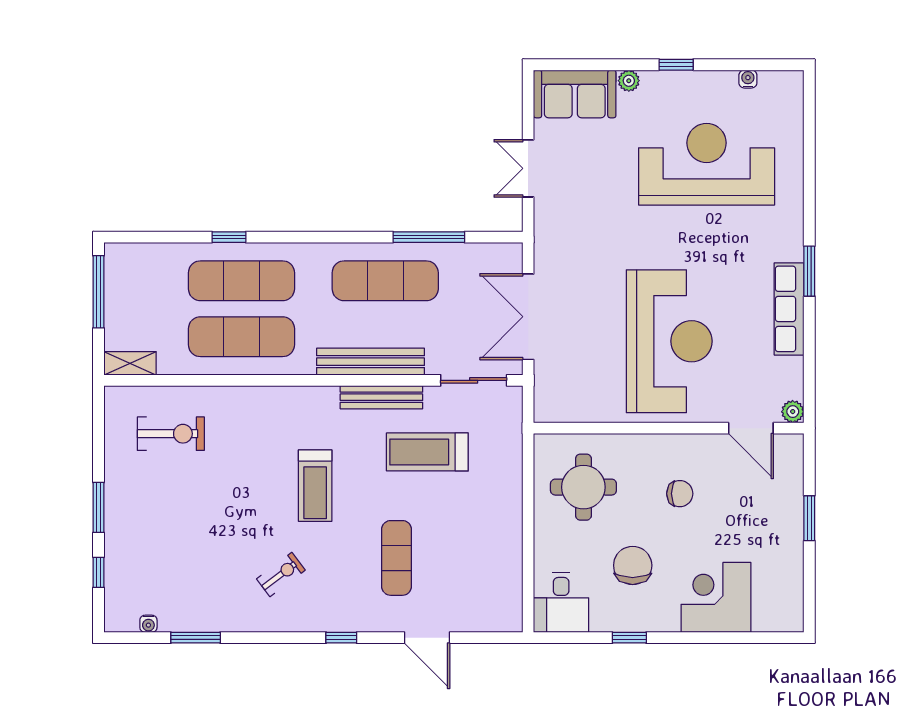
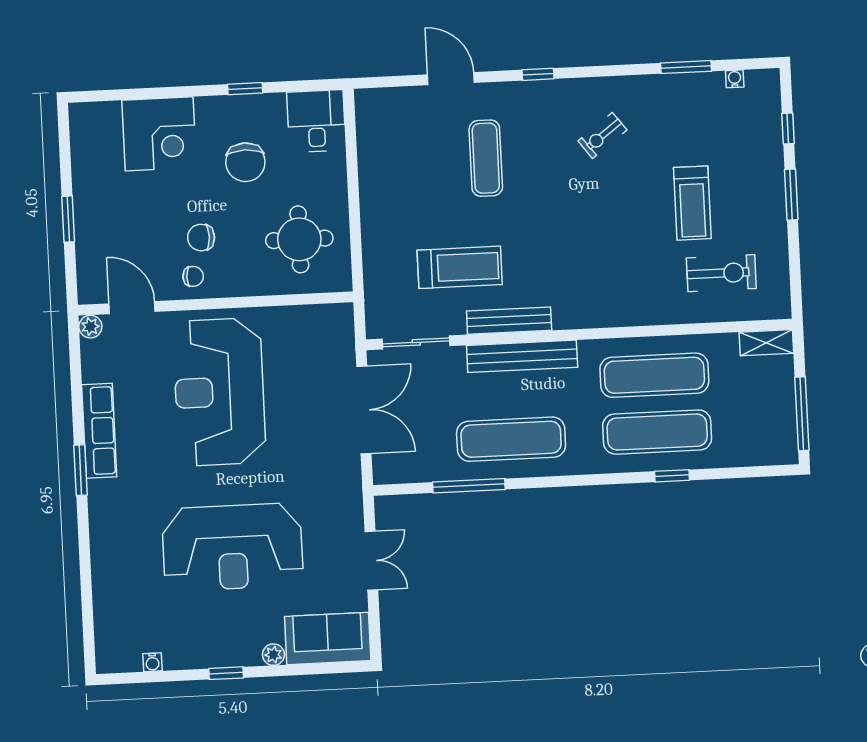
reception desk: (707, 164) -> (232, 547), moved
exercise bike: (171, 434) -> (721, 273), turned 180
chair: (689, 456) -> (193, 276), added
treadmill: (315, 486) -> (692, 203), moved, turned 180

